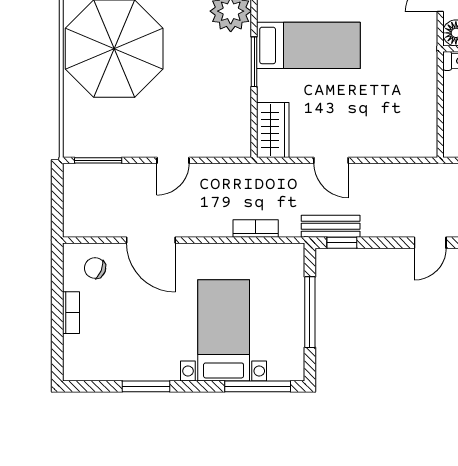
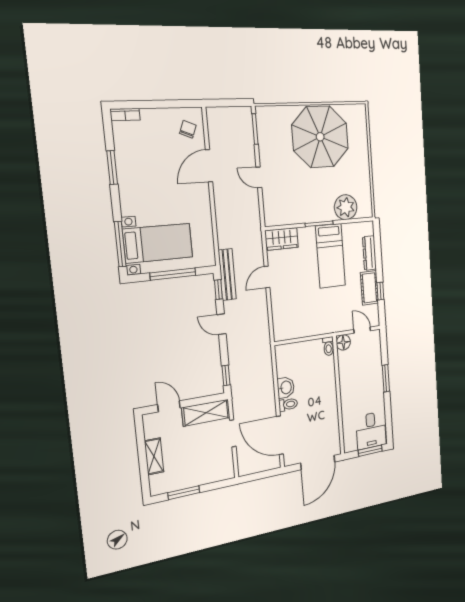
bench: (331, 226) -> (227, 275), width x1.36
bookcase: (256, 228) -> (222, 233), removed
door: (430, 243) -> (221, 324), moved
bookcase: (71, 313) -> (125, 115), moved
bed with nightstands: (224, 330) -> (158, 243), moved

